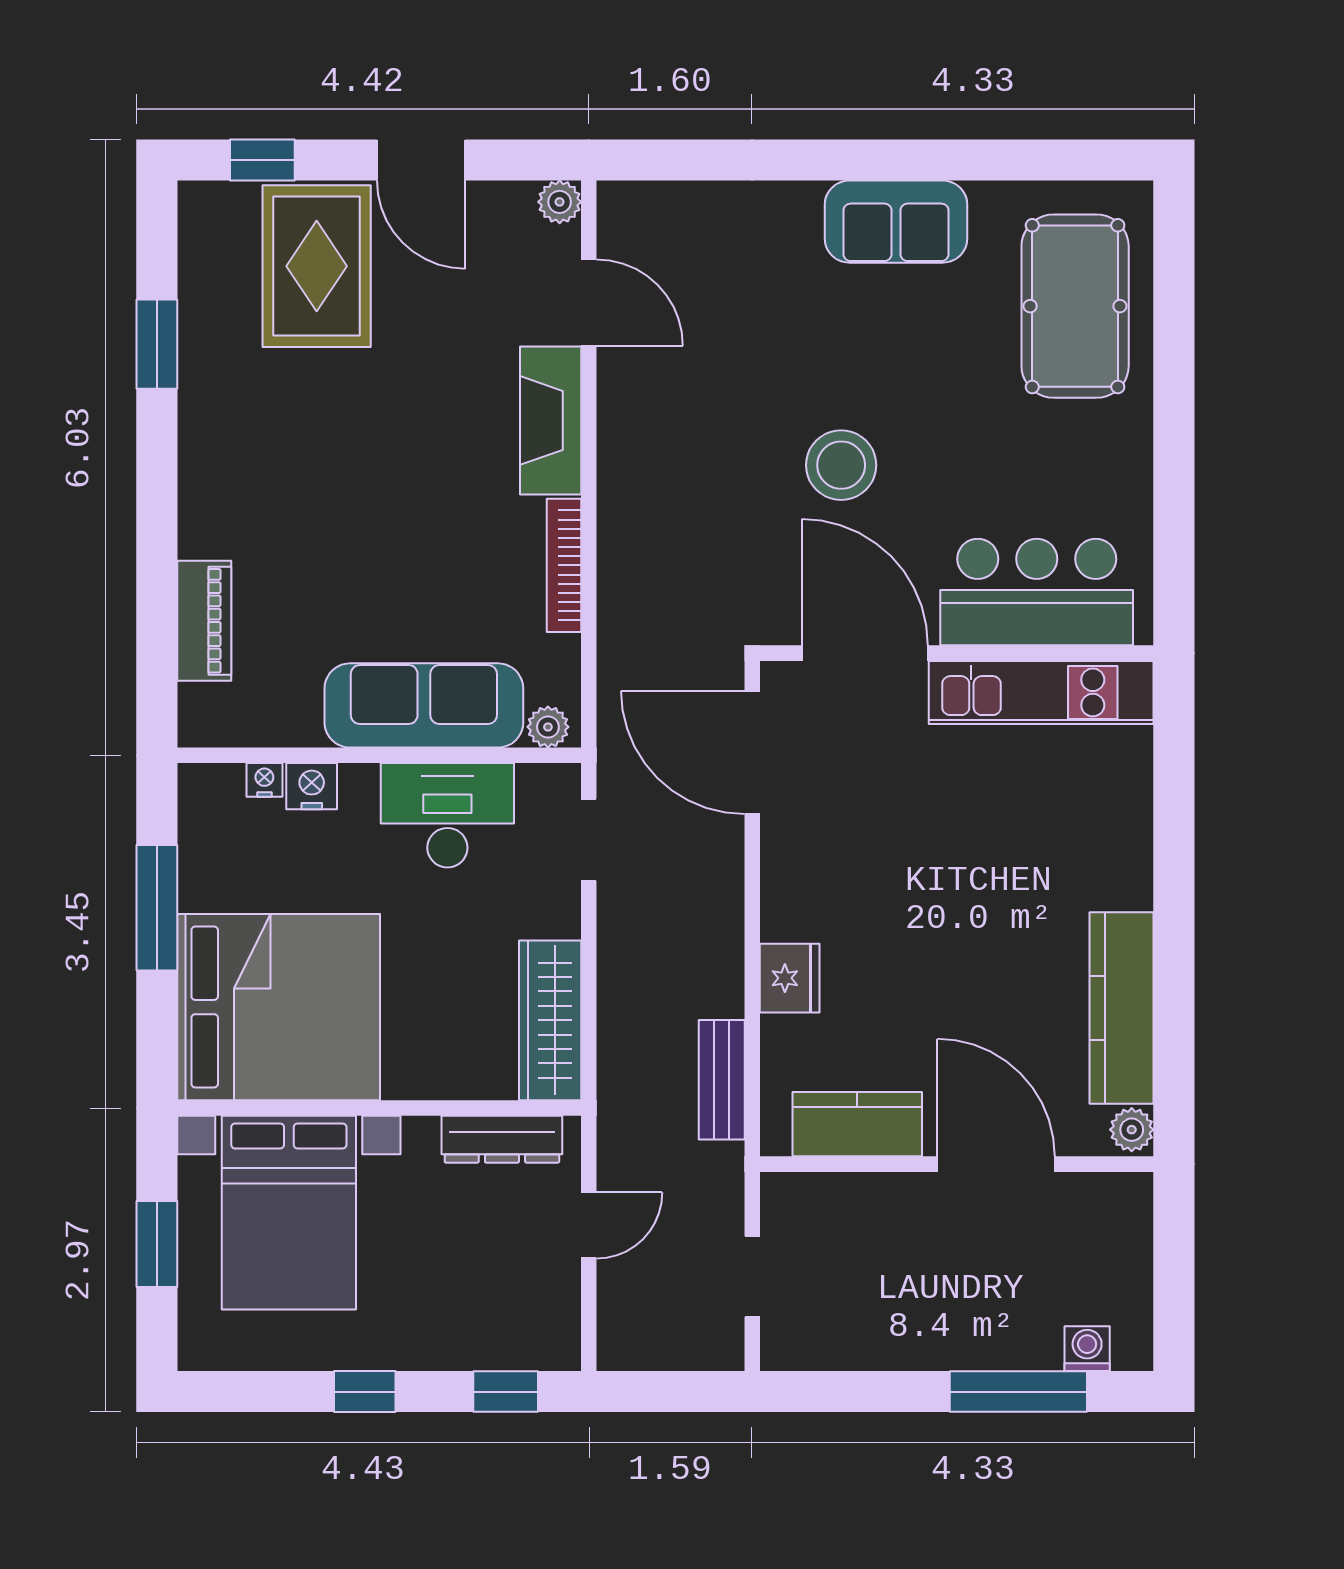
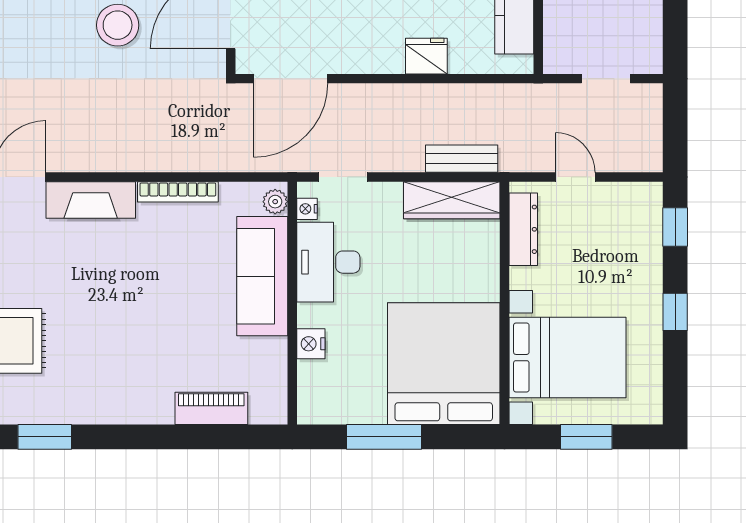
nightstand: (264, 780) -> (307, 209), moved
bench: (722, 1080) -> (462, 159), moved

